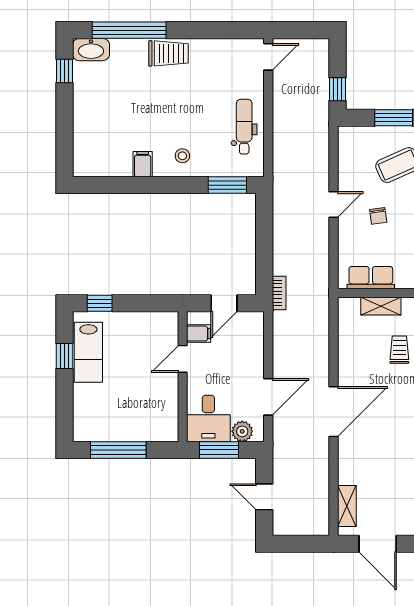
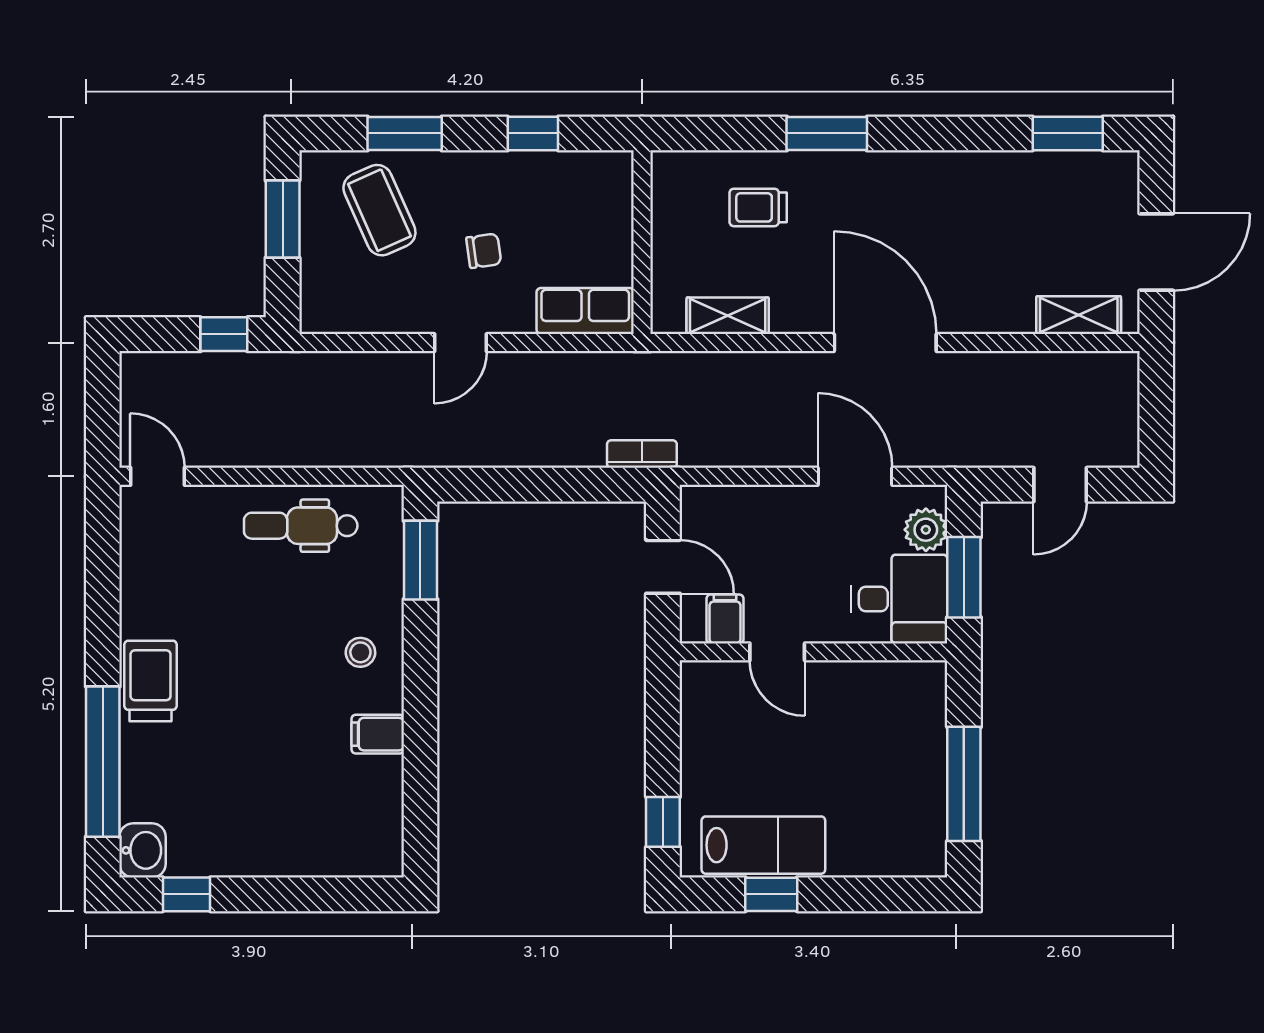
washbasin: (91, 50) -> (143, 850), width x0.72
door: (333, 205) -> (460, 343), swing flipped
row of seats: (371, 278) -> (585, 311), moved, turned 90
shelving: (381, 306) -> (728, 316), moved, turned 90

